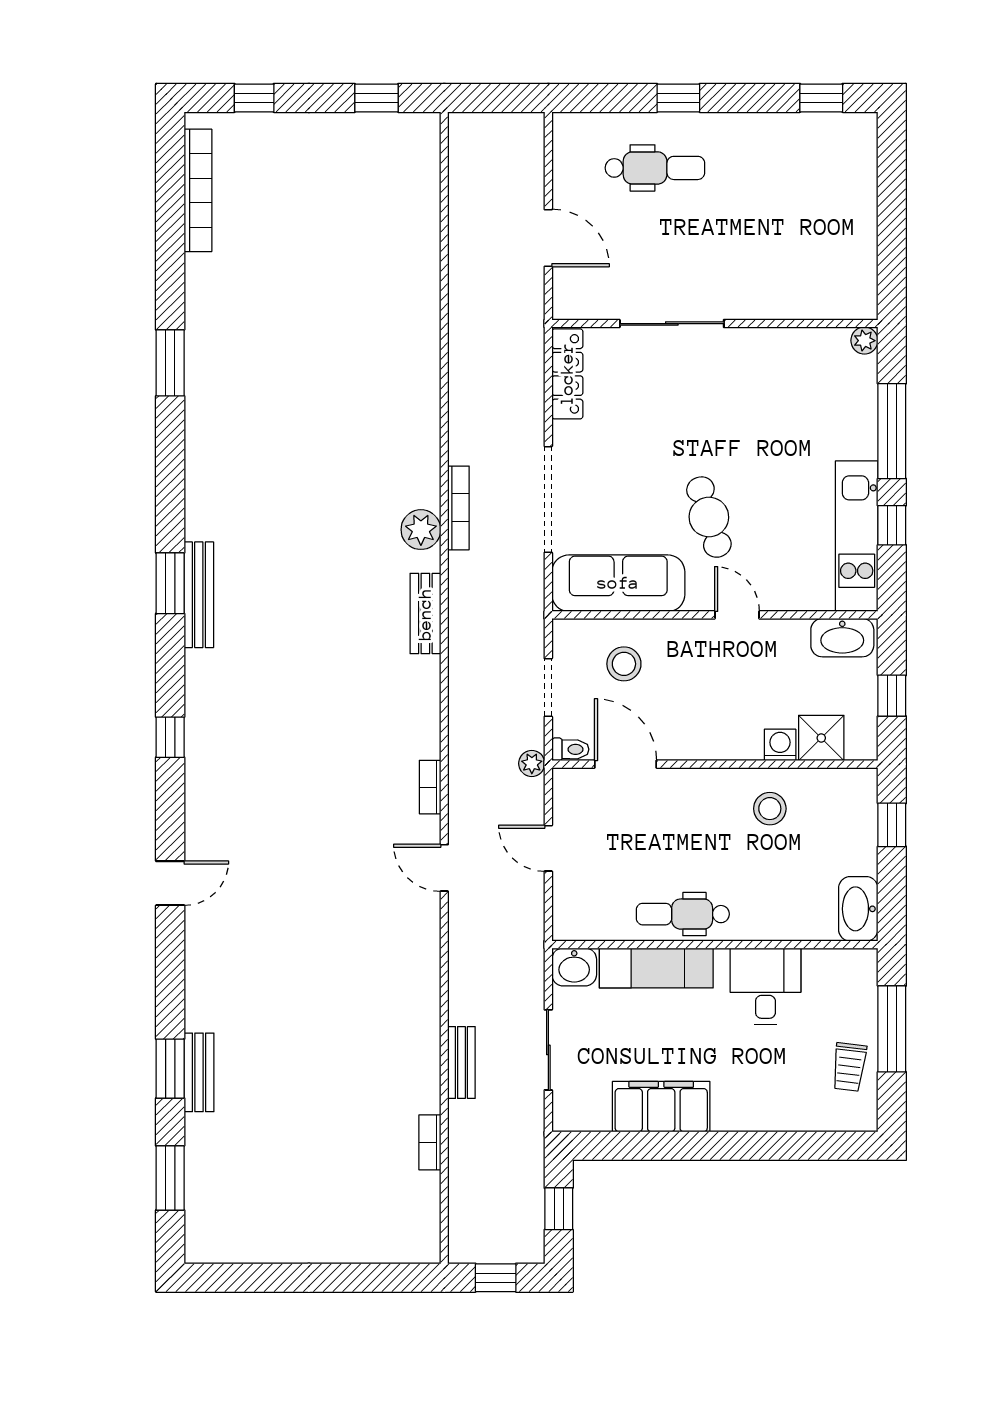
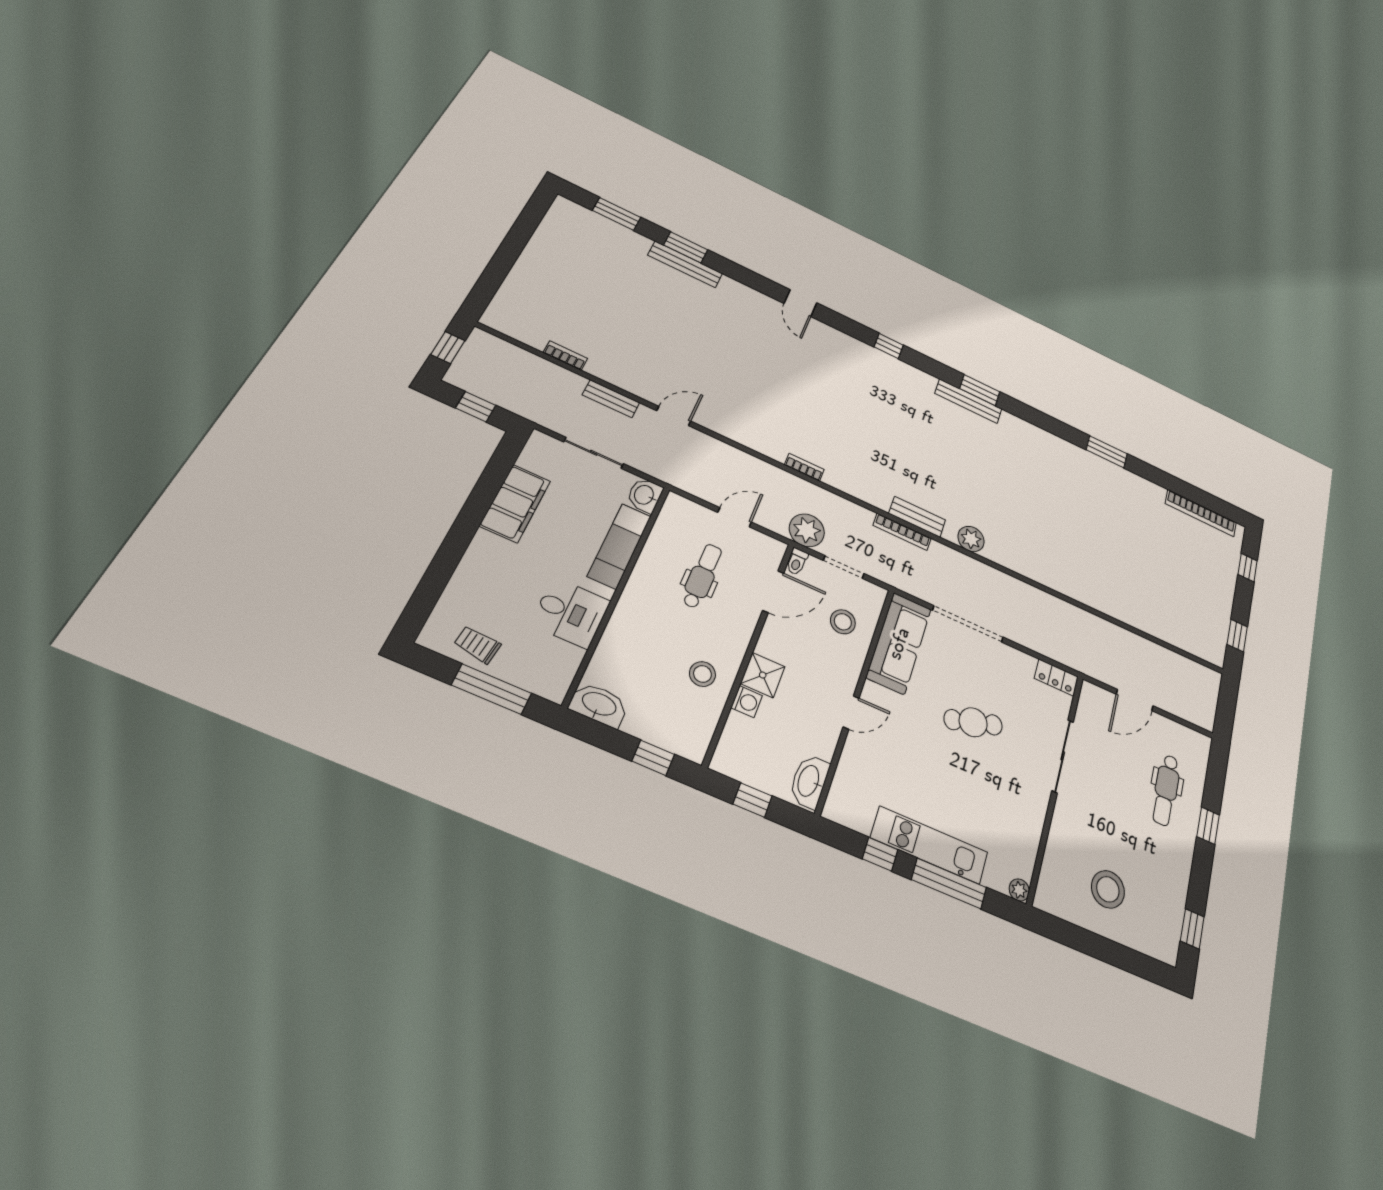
stool: (818, 224) -> (1108, 889), added
locker: (567, 374) -> (1056, 677), width x0.66
bookcase: (458, 508) -> (902, 532), moved
cafe table: (709, 517) -> (973, 722), moved
kitchen unit: (857, 536) -> (929, 845), moved
shower: (821, 738) -> (763, 675), moved
plant: (532, 763) -> (807, 530), width x1.88, depth x1.88
door: (444, 868) -> (674, 416), moved
dental chair: (683, 914) -> (702, 576), moved
bench: (199, 1072) -> (685, 264), width x1.36

